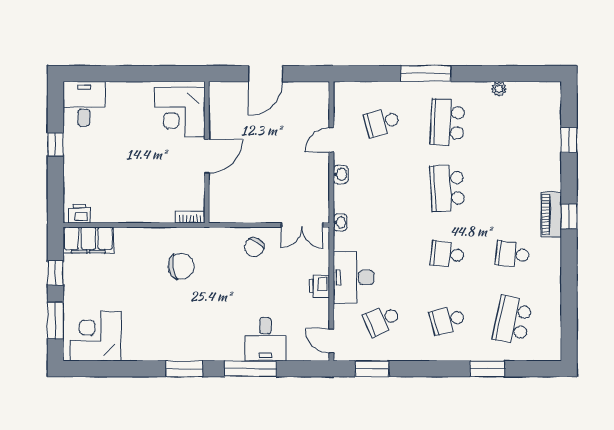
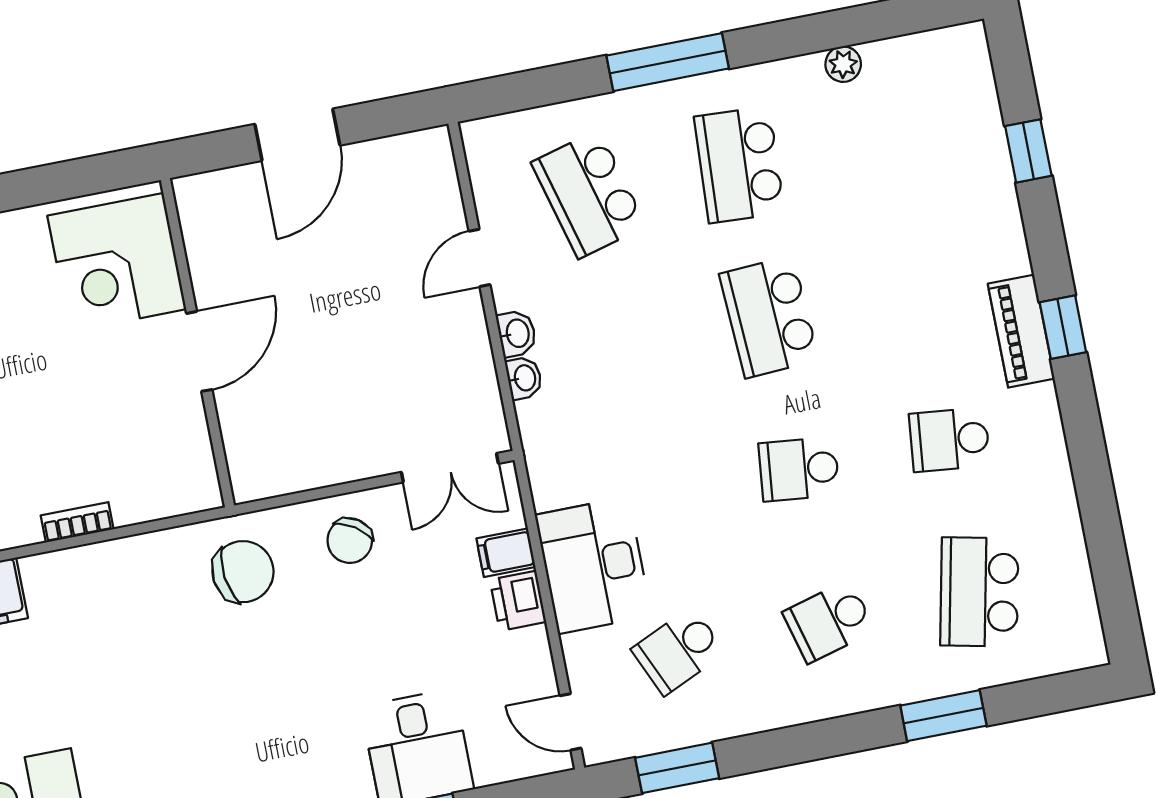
school desk: (382, 122) -> (589, 194), width x1.85
bookcase: (190, 217) -> (77, 522), moved
washbasin: (340, 222) -> (524, 378), moved
filing cabinet: (318, 265) -> (506, 553), added
chair: (181, 266) -> (243, 572), moved

